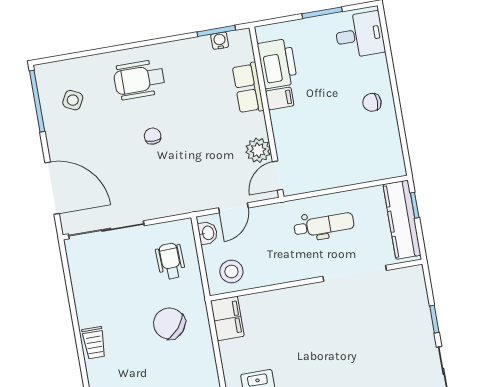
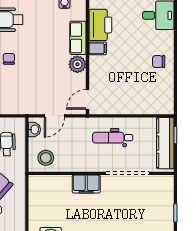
plant: (258, 150) -> (77, 64), moved
dental chair: (324, 225) -> (113, 138), turned 180
filing cabinet: (227, 318) -> (86, 184), moved, turned 90

